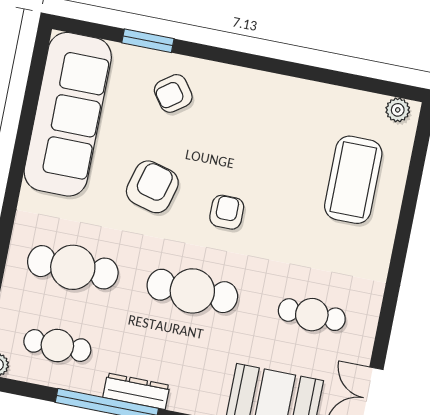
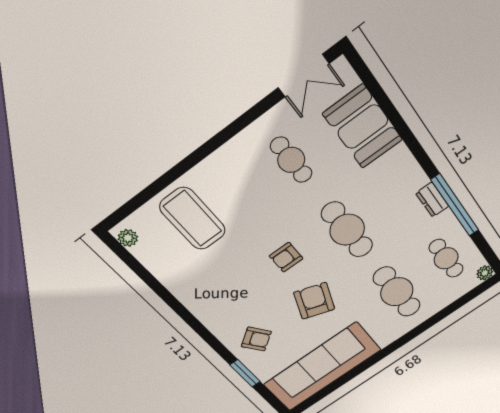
coffee table: (353, 180) -> (193, 219), turned 90
armchair: (152, 187) -> (314, 301), turned 95
dresser: (136, 391) -> (432, 200), width x0.70

